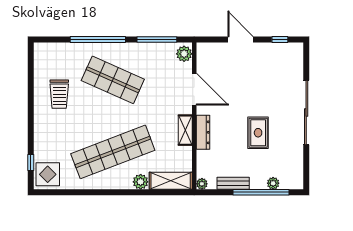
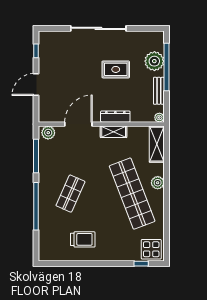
shop shelf: (113, 80) -> (70, 194), width x0.70, depth x0.74
plant: (141, 182) -> (158, 183), moved
plant: (273, 183) -> (154, 61), width x1.87, depth x1.87

